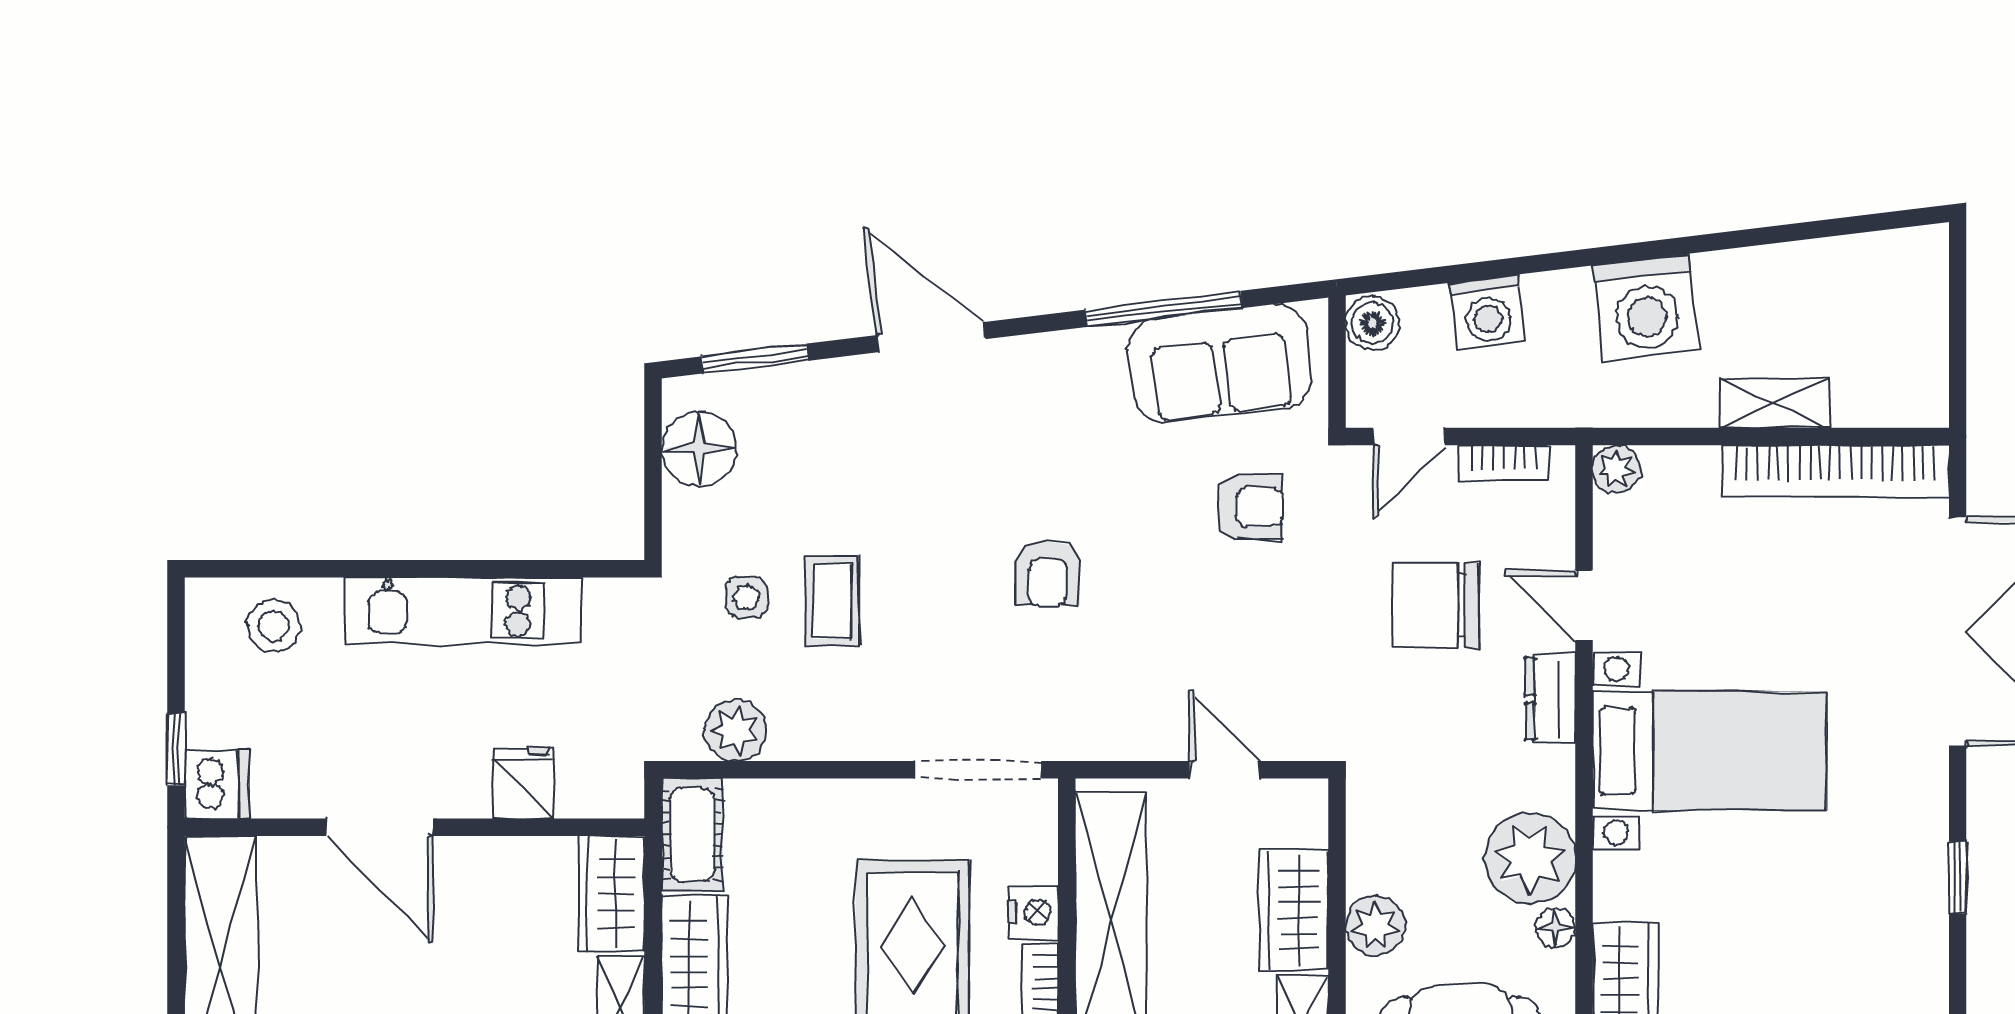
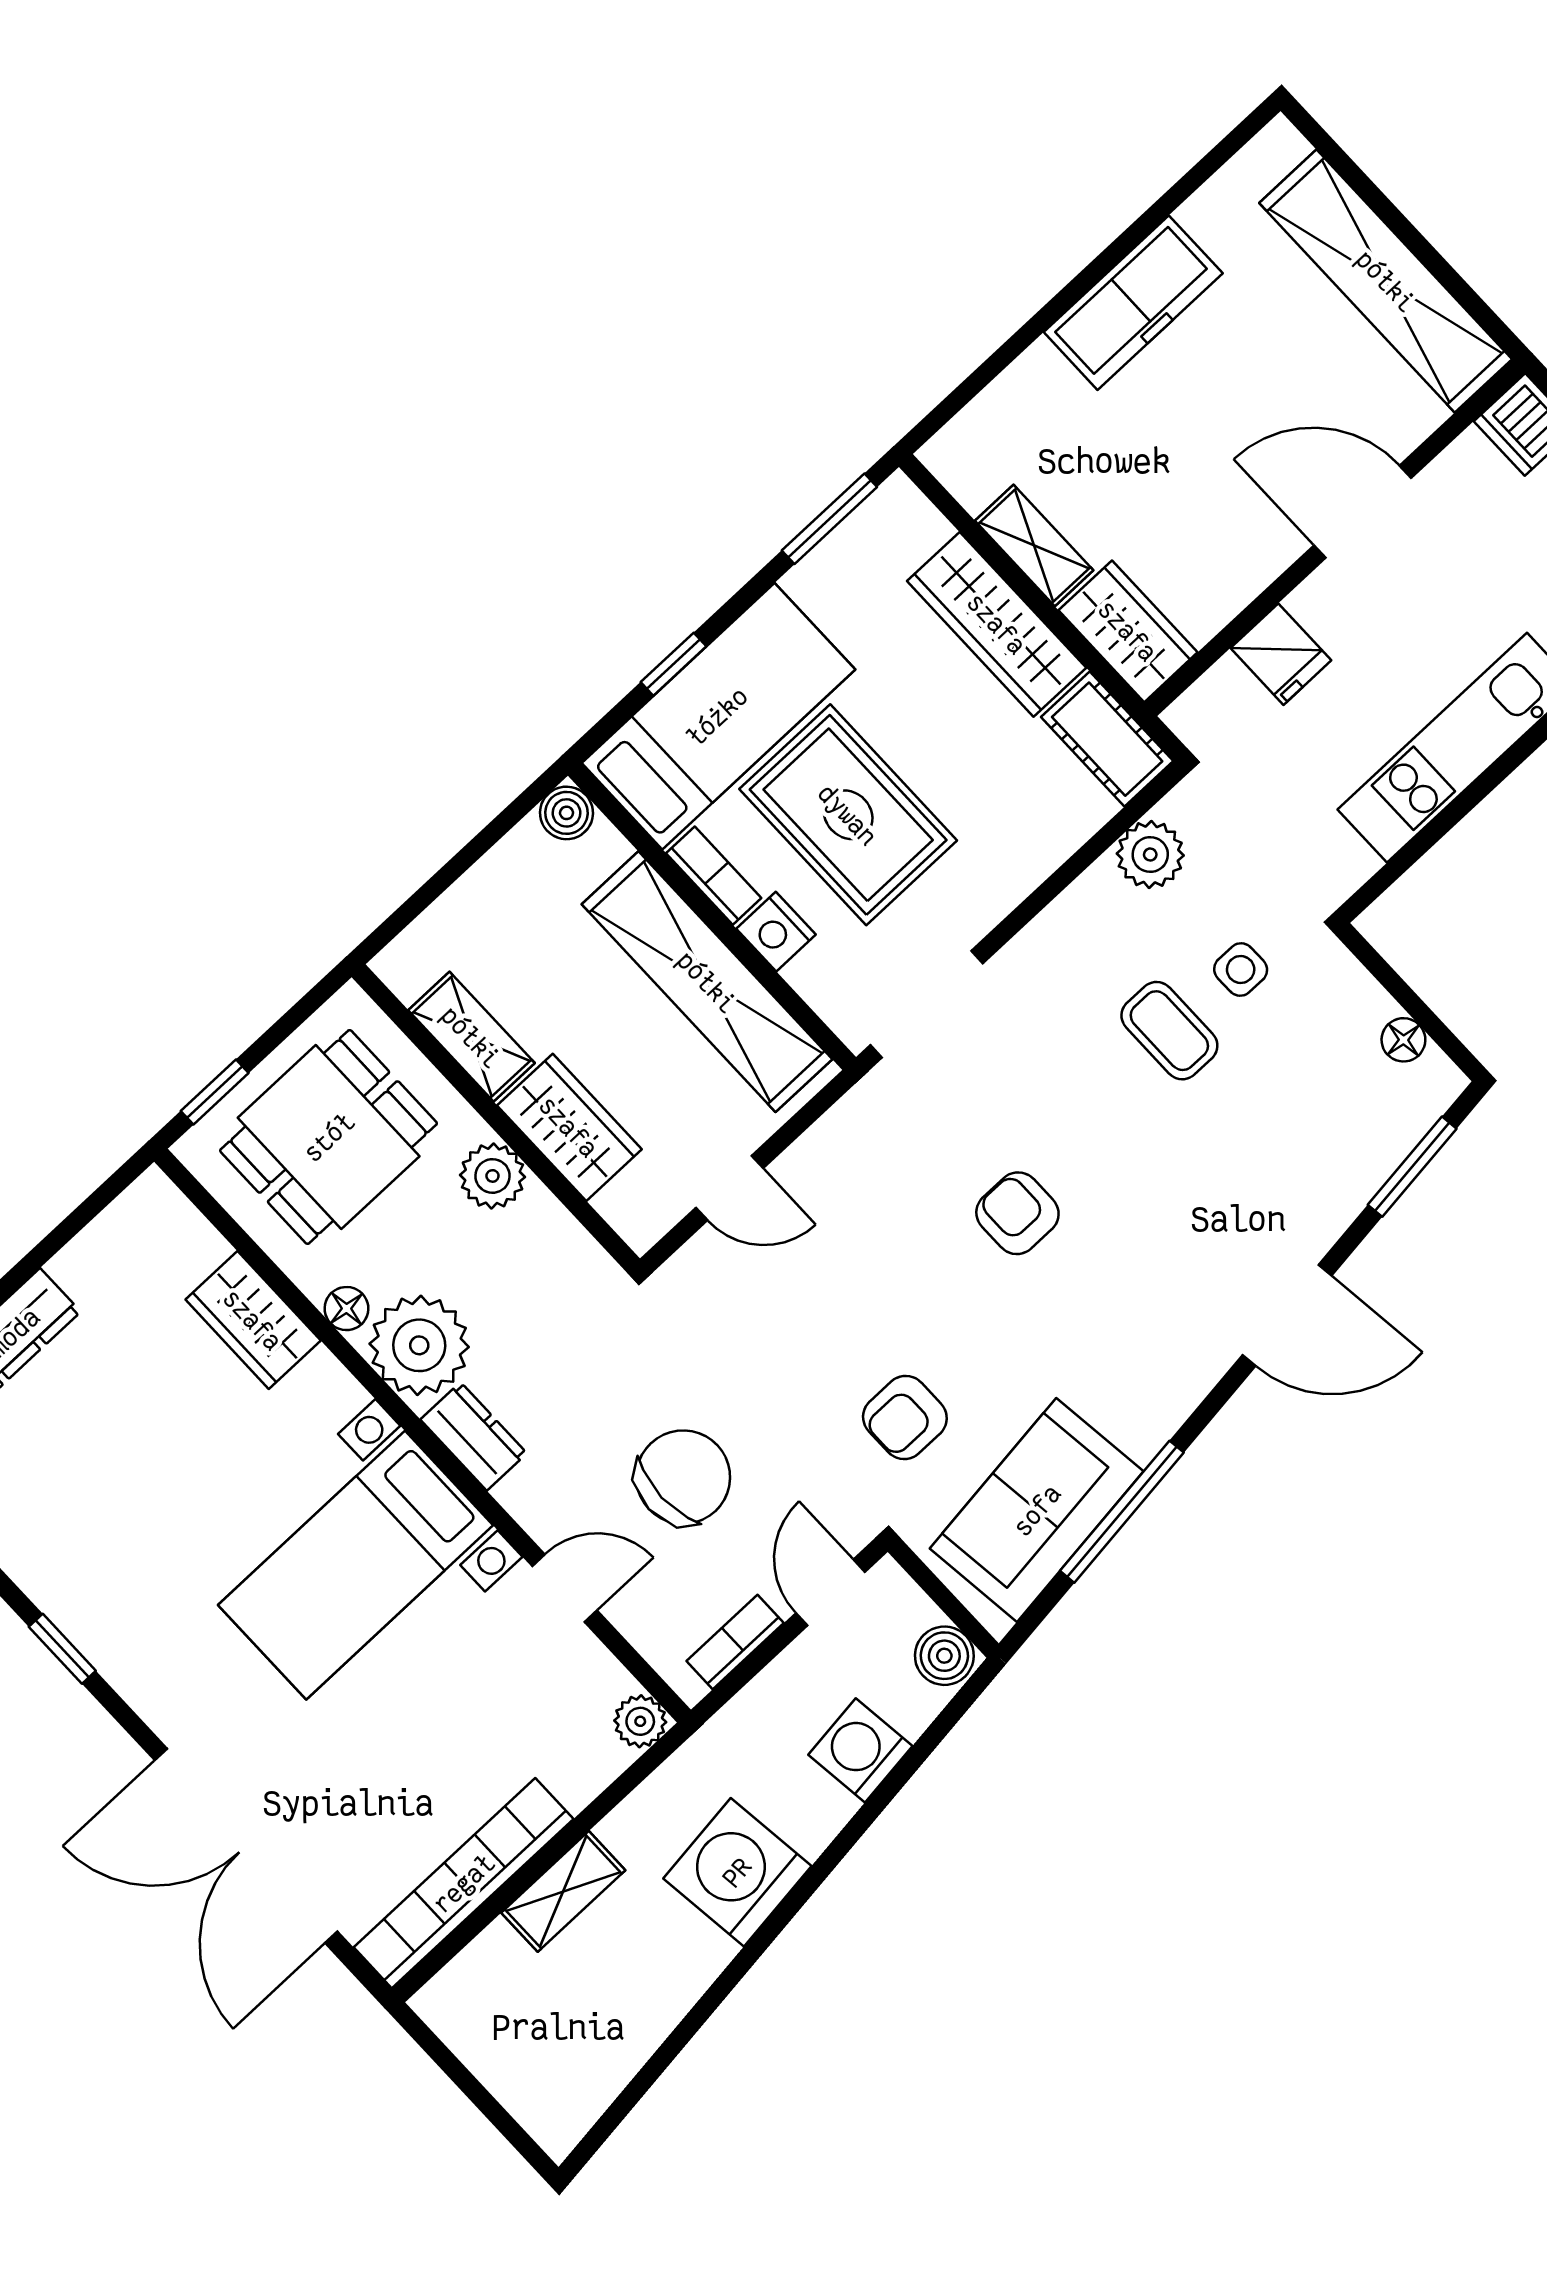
floor lamp: (699, 449) -> (1403, 1040), width x0.53, depth x0.53
dresser: (1550, 699) -> (474, 1436), moved

